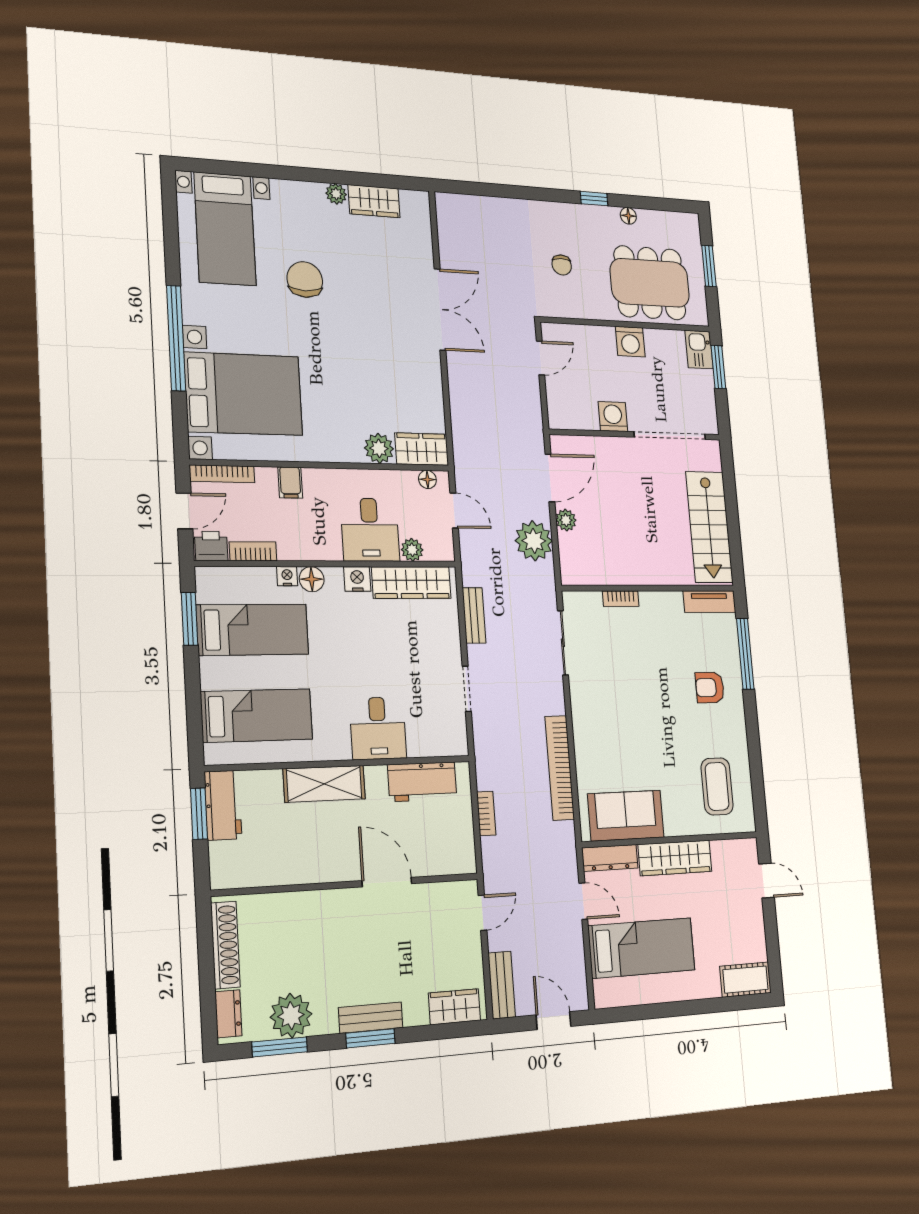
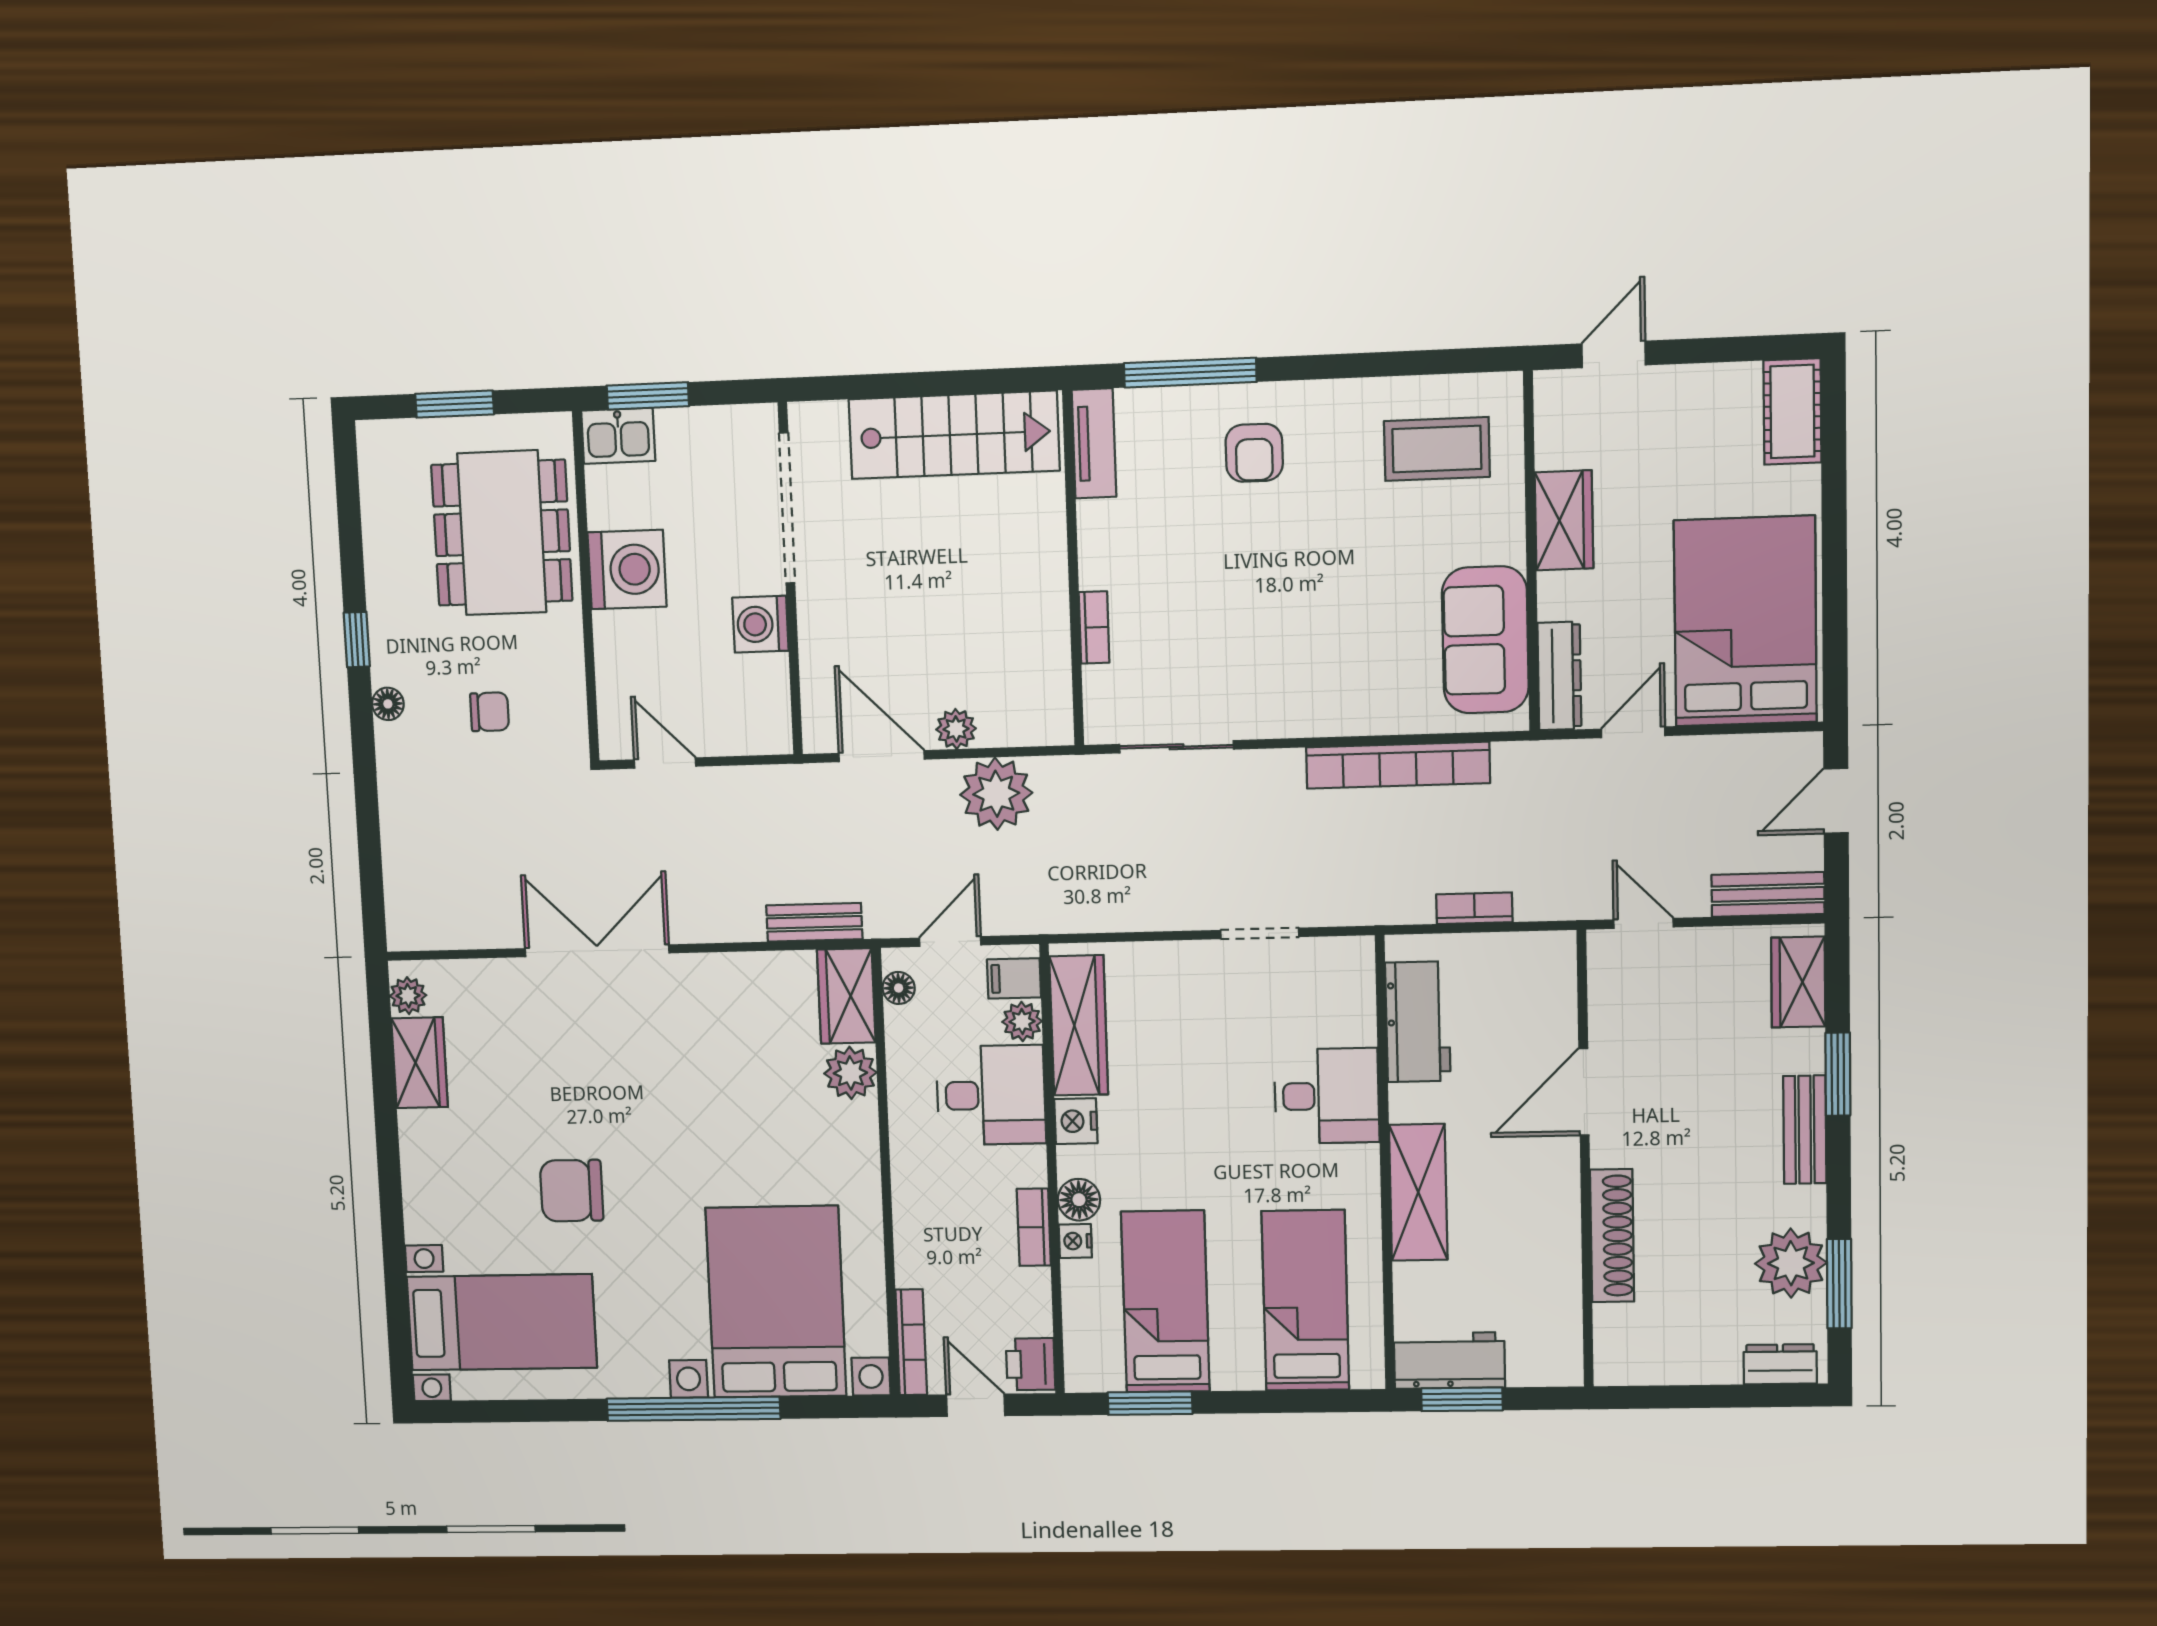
plant: (336, 194) -> (408, 996), moved
floor lamp: (628, 216) -> (388, 704), moved
washing machine: (630, 342) -> (627, 569), width x1.37, depth x1.37
filing cabinet: (290, 483) -> (1014, 978), moved, turned 180
bookcase: (253, 551) -> (1034, 1227), moved
bench: (474, 615) -> (814, 922), moved
wardrobe: (675, 858) -> (1564, 520), width x0.67
shoe rack: (225, 945) -> (1612, 1236), moved, turned 90
bed: (642, 948) -> (1745, 621), width x1.50
window: (370, 1038) -> (1838, 1074), moved

